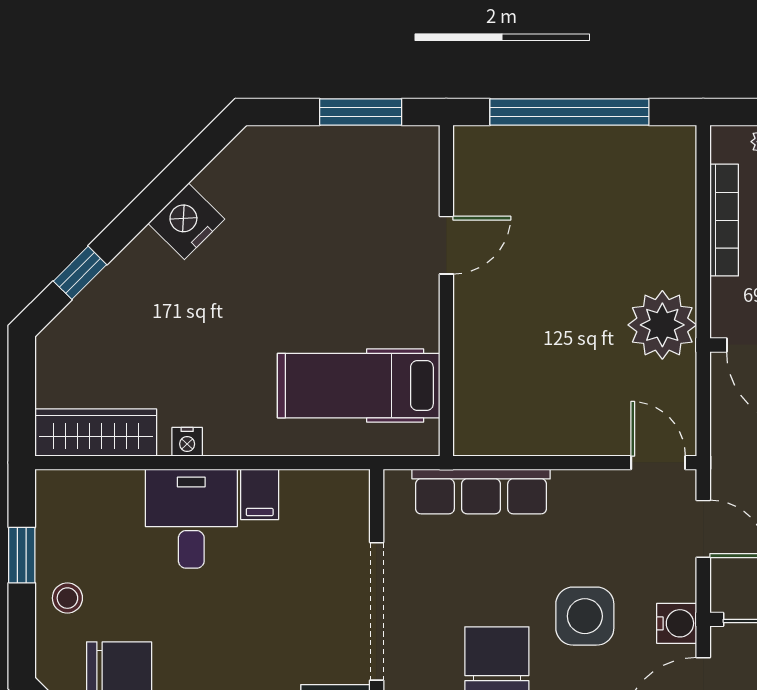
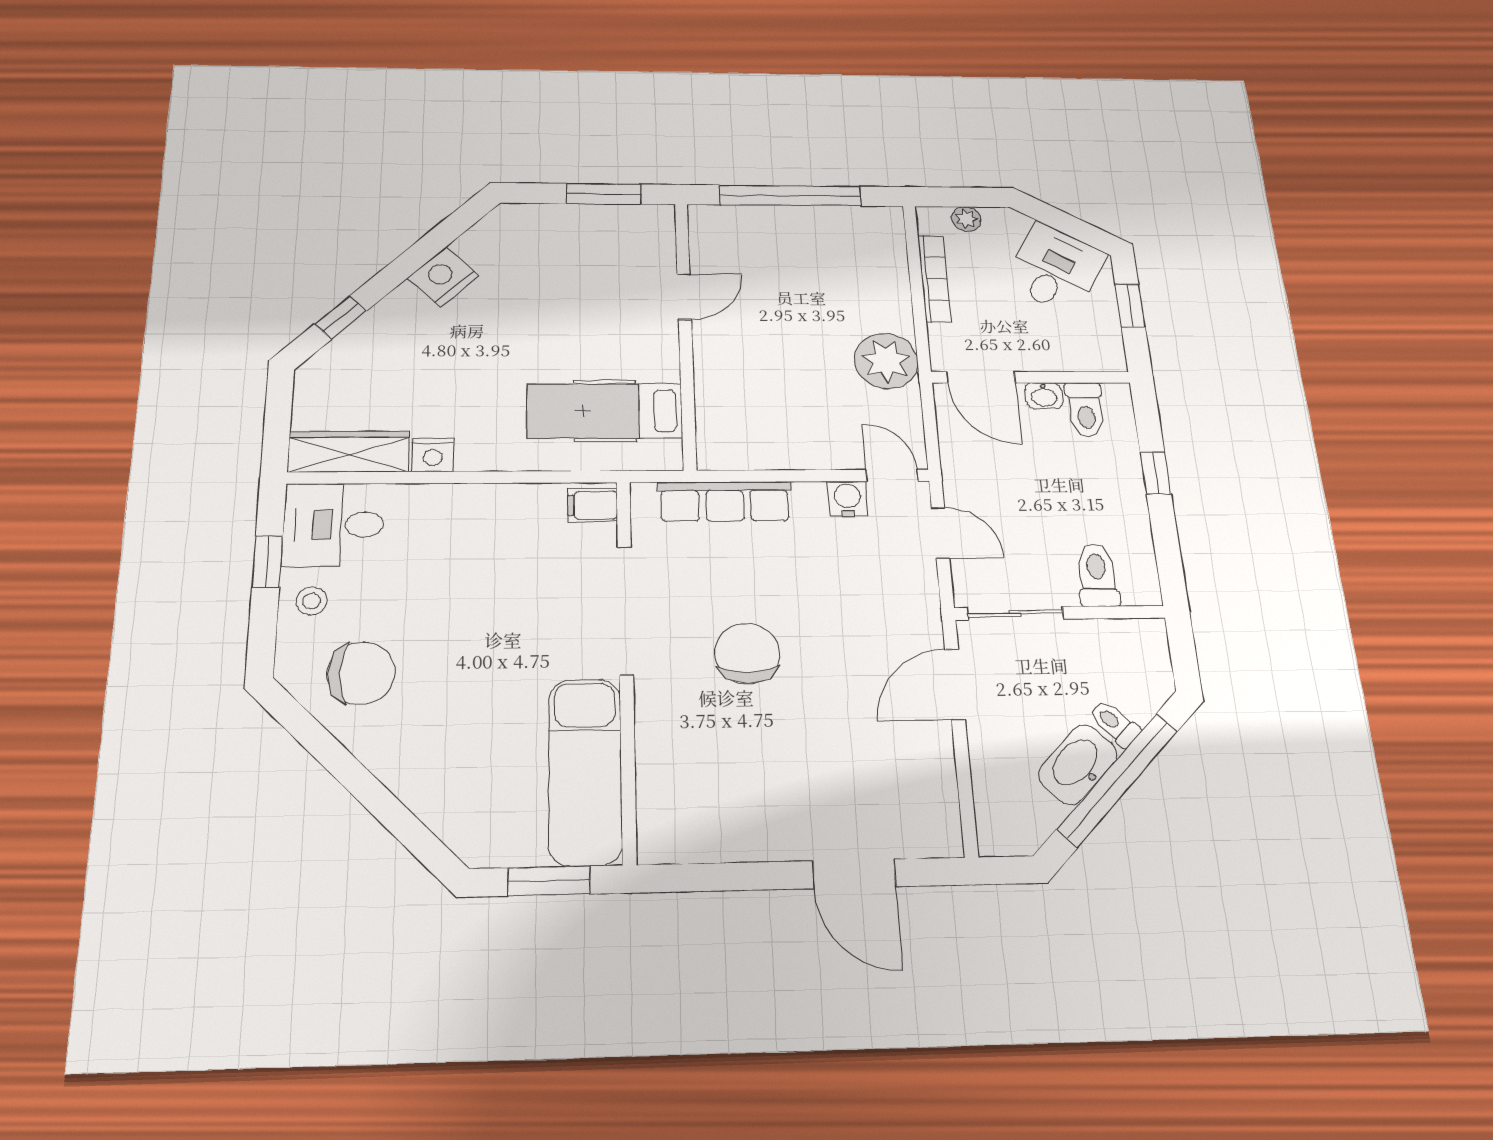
nightstand: (187, 442) -> (433, 455), width x1.39, depth x1.35
filing cabinet: (260, 494) -> (592, 505), moved, turned 90
desk: (191, 519) -> (333, 525), moved, turned -90
side table: (585, 616) -> (832, 612), removed
water cooler: (677, 623) -> (847, 499), moved, turned -90

